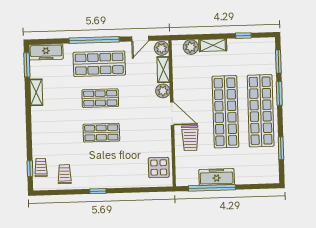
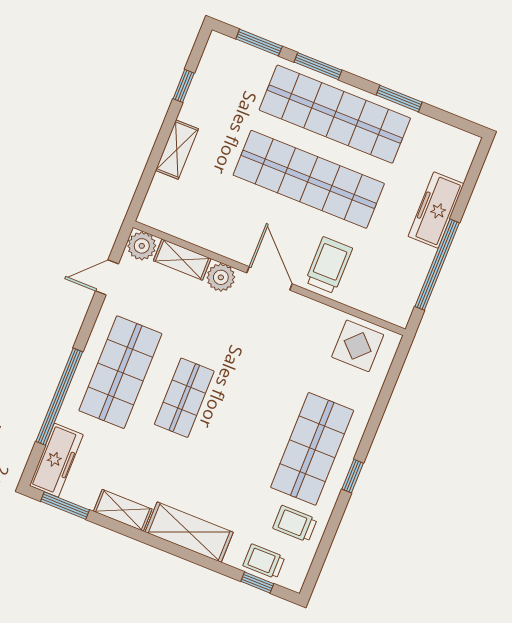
door: (140, 39) -> (107, 277), swing flipped
window: (94, 40) -> (59, 397), moved
plant: (191, 47) -> (163, 191), removed
door: (172, 114) -> (270, 278), hinge flipped
shelving: (39, 127) -> (189, 532), added
shop shelf: (101, 133) -> (312, 449), moved, width x1.43, depth x1.36
trolley: (190, 138) -> (329, 265), turned -90
window: (281, 148) -> (399, 99), moved
freezer: (217, 177) -> (436, 210), moved

